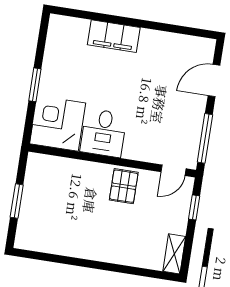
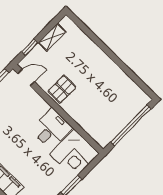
window: (17, 201) -> (131, 125), width x2.11
shelving: (174, 254) -> (52, 37), moved

